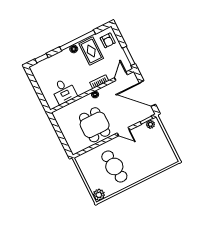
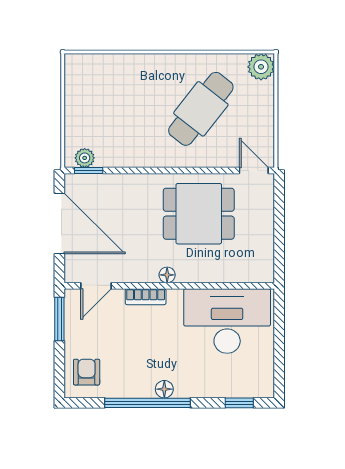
rug: (91, 51) -> (131, 367), removed
desk: (64, 91) -> (227, 321), width x1.87, depth x1.30
dining table: (95, 125) -> (199, 214), turned 90
door: (123, 132) -> (254, 171), moved
cafe table: (114, 166) -> (201, 109), turned 45

